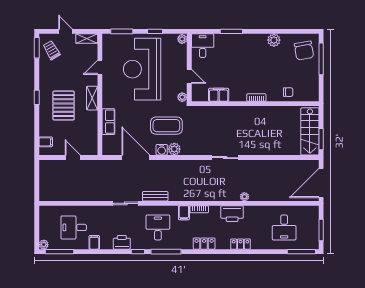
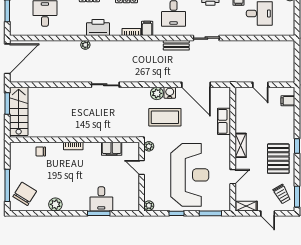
desk: (203, 46) -> (101, 199), moved
chair: (304, 51) -> (25, 194), turned 42
pallet: (64, 106) -> (278, 159), moved

